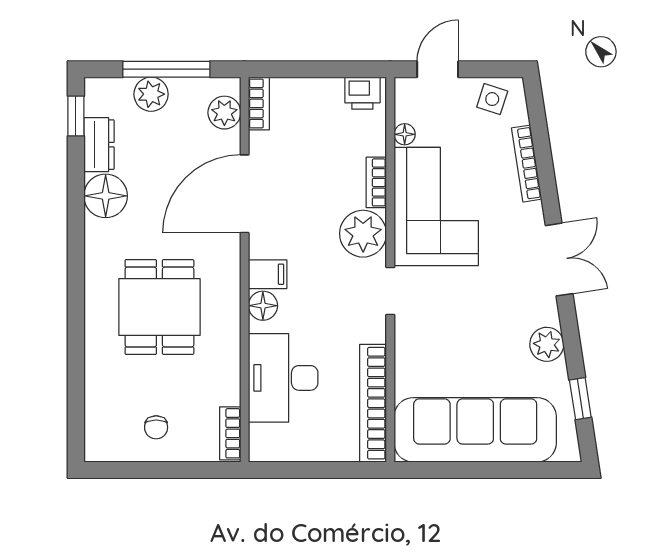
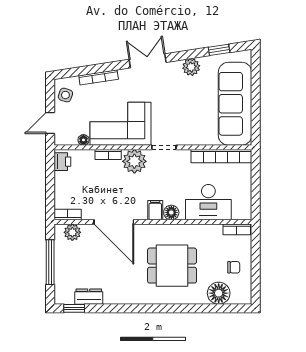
door: (438, 69) -> (50, 123), hinge flipped
plant: (151, 94) -> (63, 270), removed
floor lamp: (106, 196) -> (219, 293), moved

